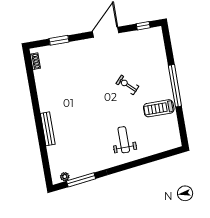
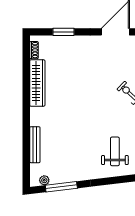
wardrobe: (43, 90) -> (37, 83), added
bench: (48, 129) -> (35, 145), moved

